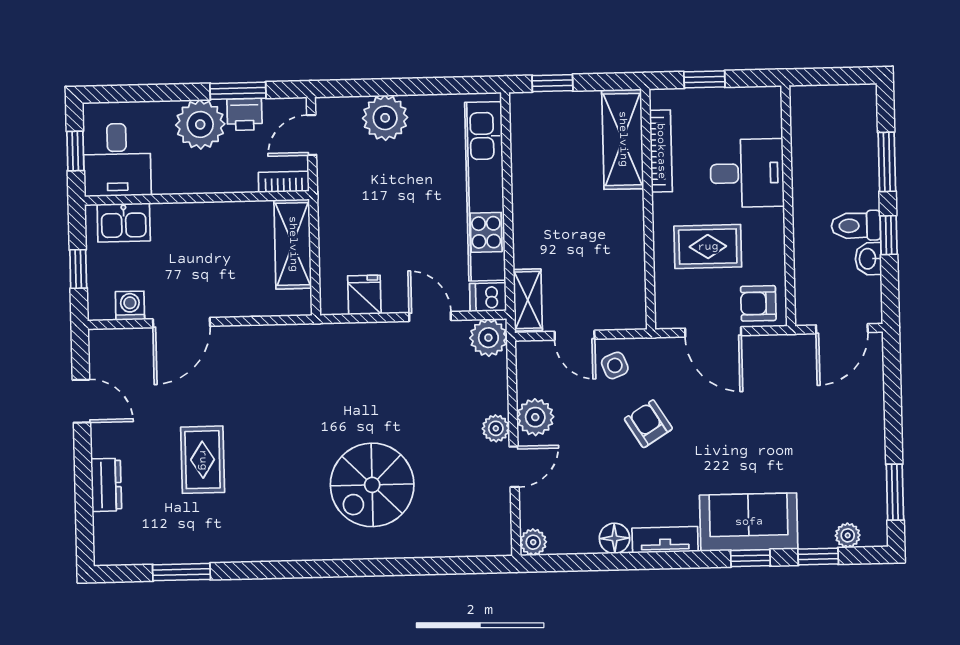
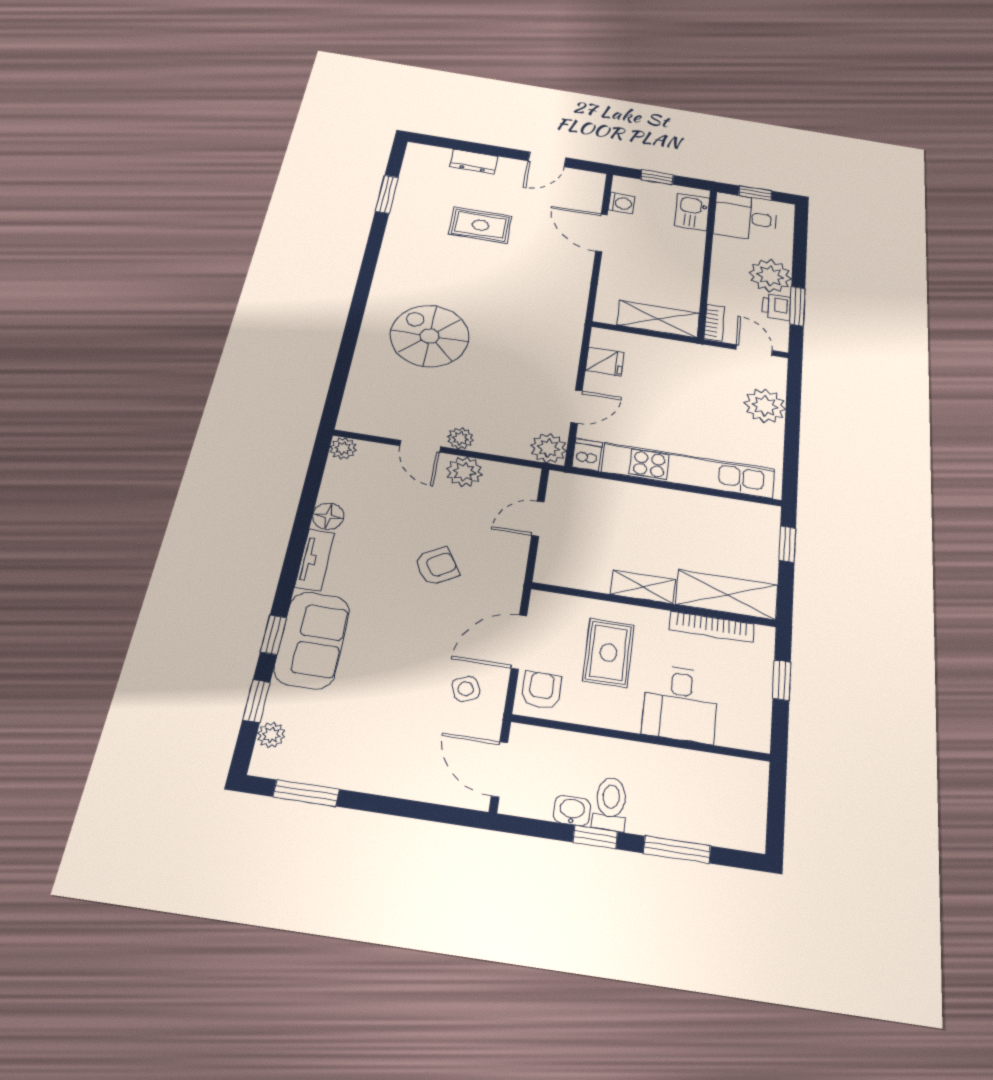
shelving: (528, 300) -> (643, 587), moved
side table: (615, 365) -> (466, 689), moved

